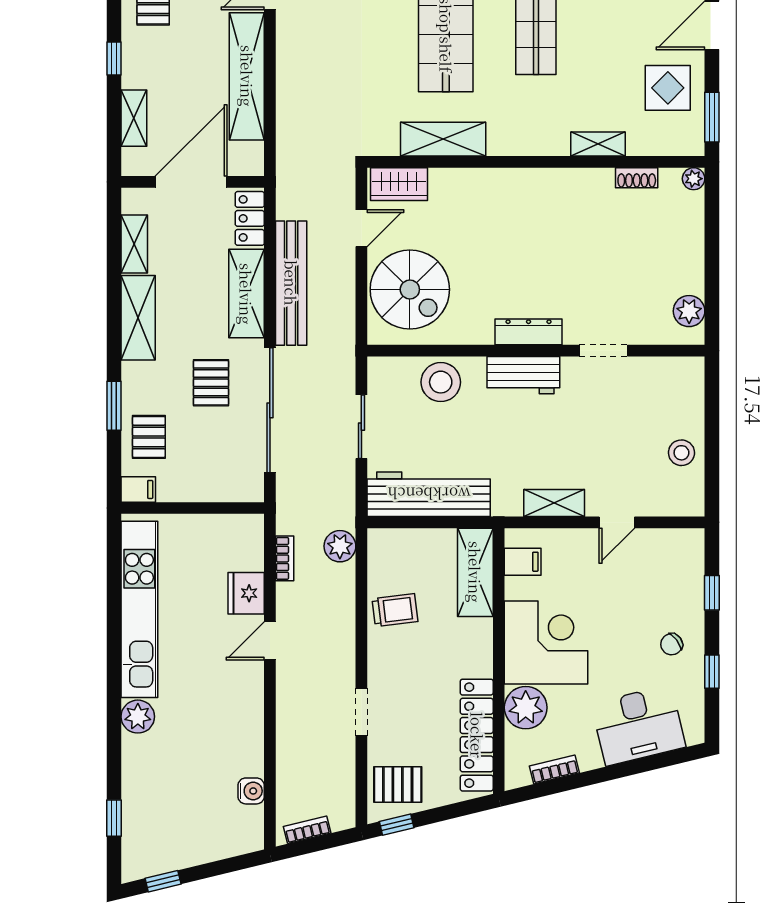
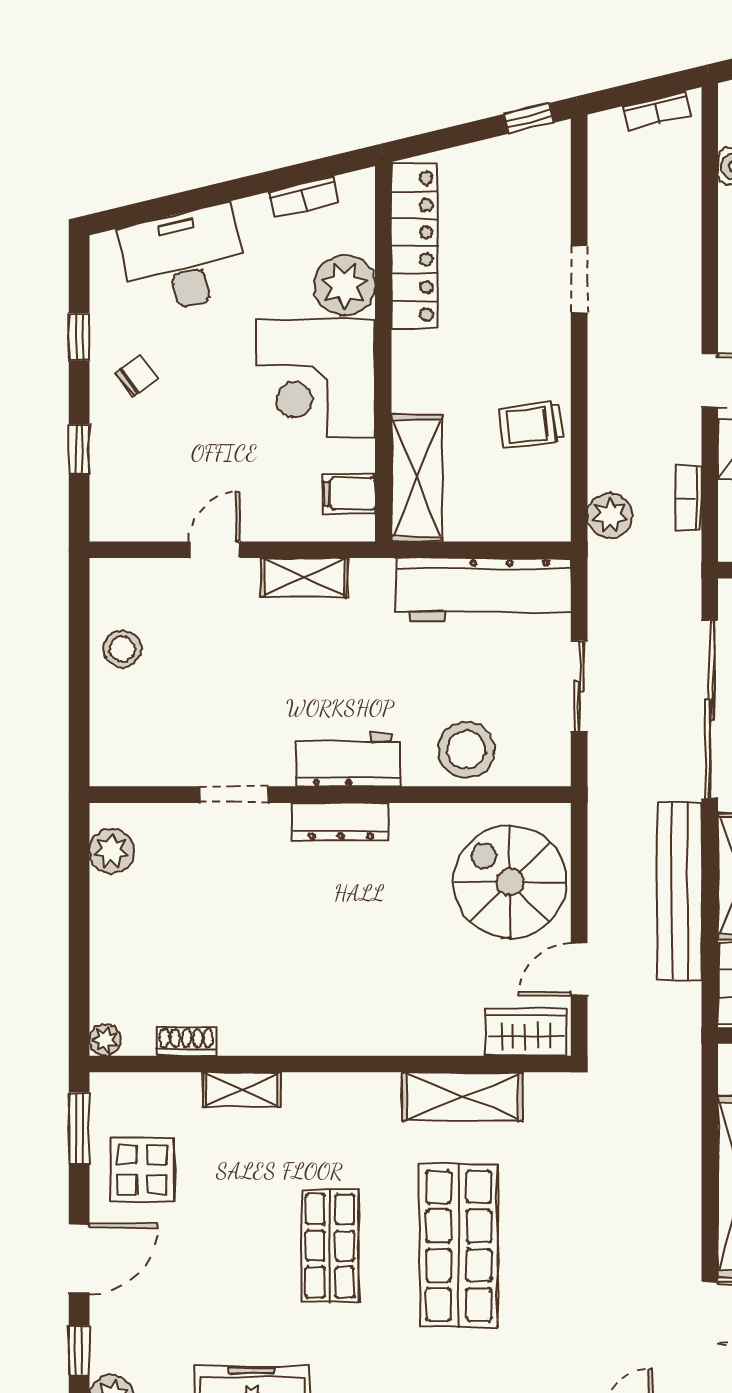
pallet: (398, 785) -> (527, 176), removed

